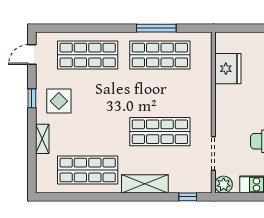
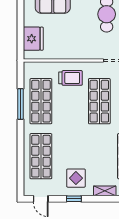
fridge: (228, 69) -> (33, 39), moved, turned 90
trolley: (190, 94) -> (71, 78), added

